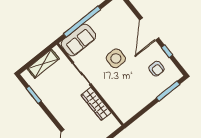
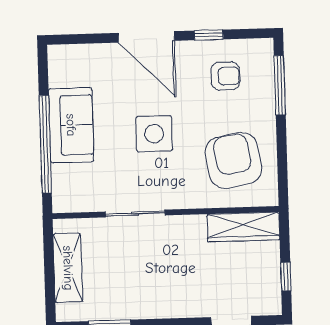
sofa: (78, 40) -> (71, 125), moved
armchair: (128, 95) -> (233, 160), added
wardrobe: (96, 104) -> (243, 227), moved

